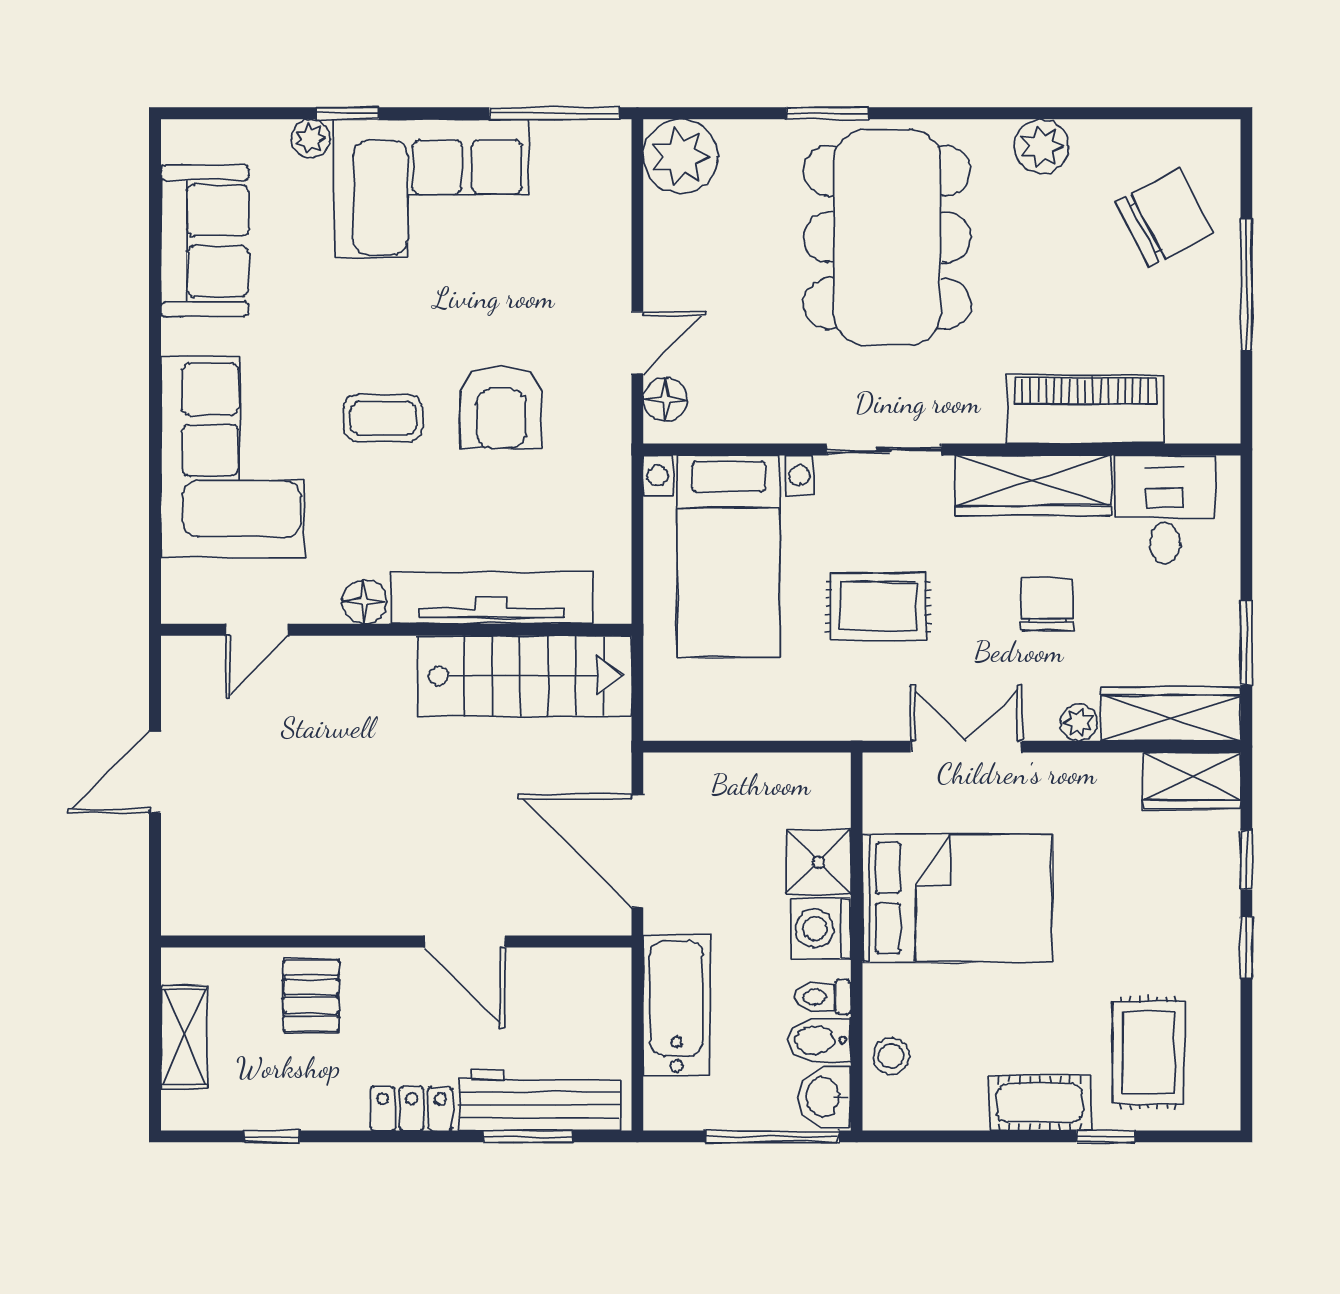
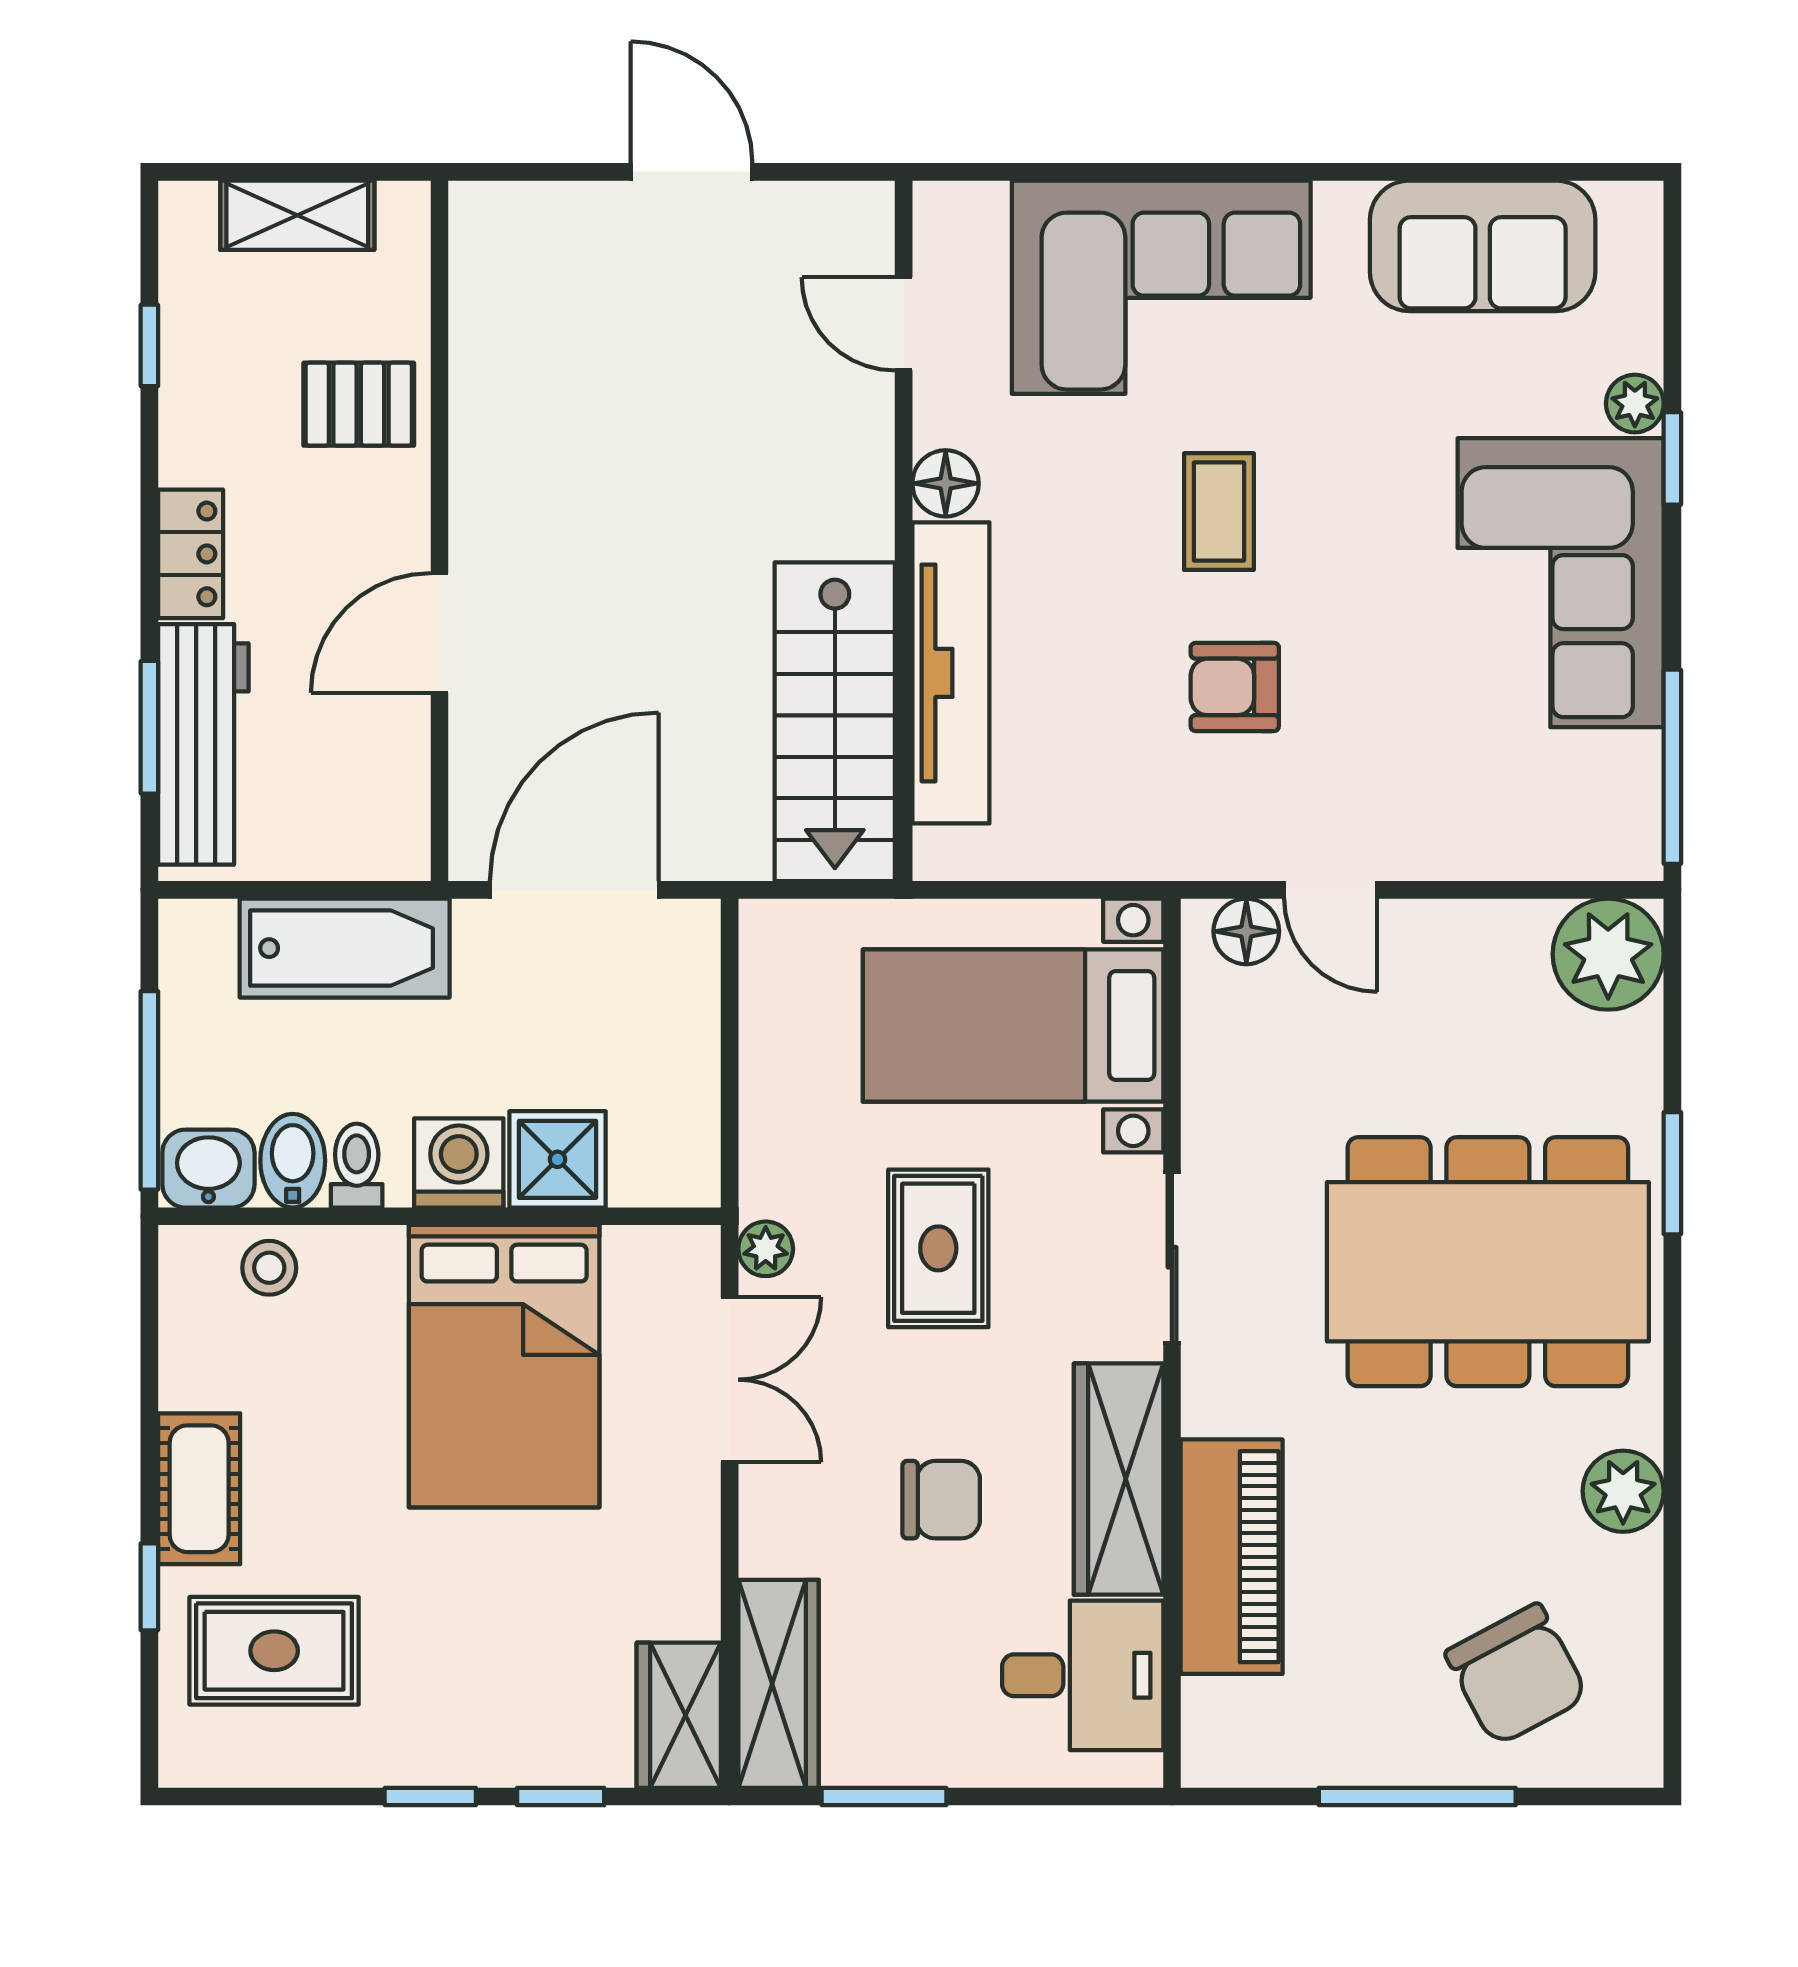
armchair: (501, 407) -> (1235, 687), width x0.72, depth x0.72
plant: (1079, 722) -> (766, 1249), moved

